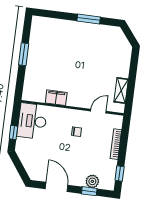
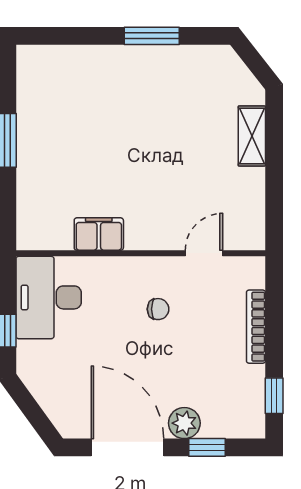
shelving: (121, 91) -> (252, 136), moved
plant: (92, 181) -> (184, 423), moved
door: (57, 187) -> (127, 447), width x1.36

